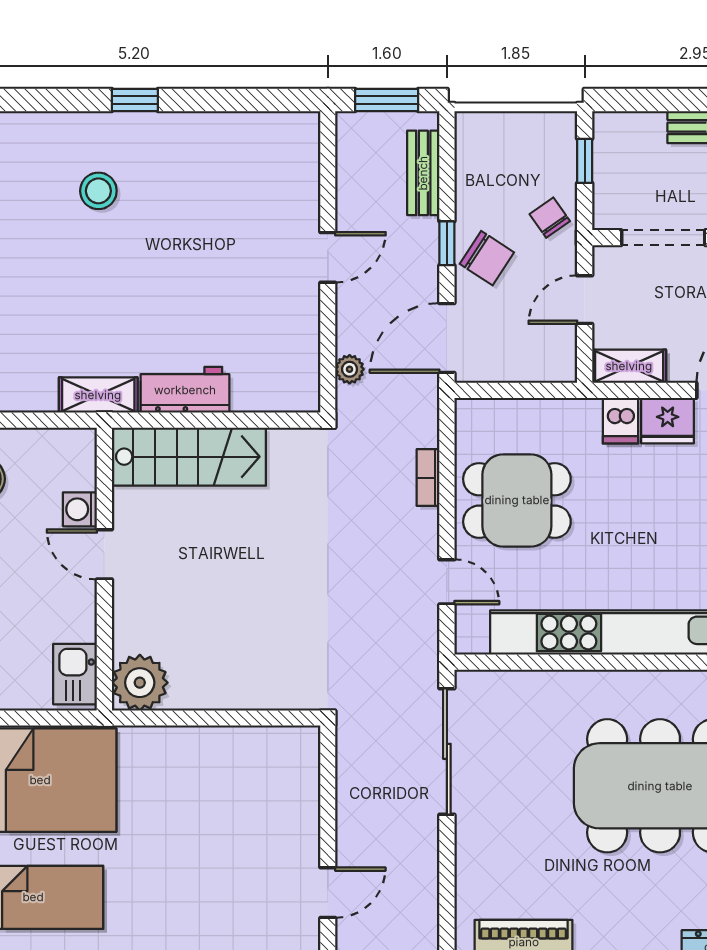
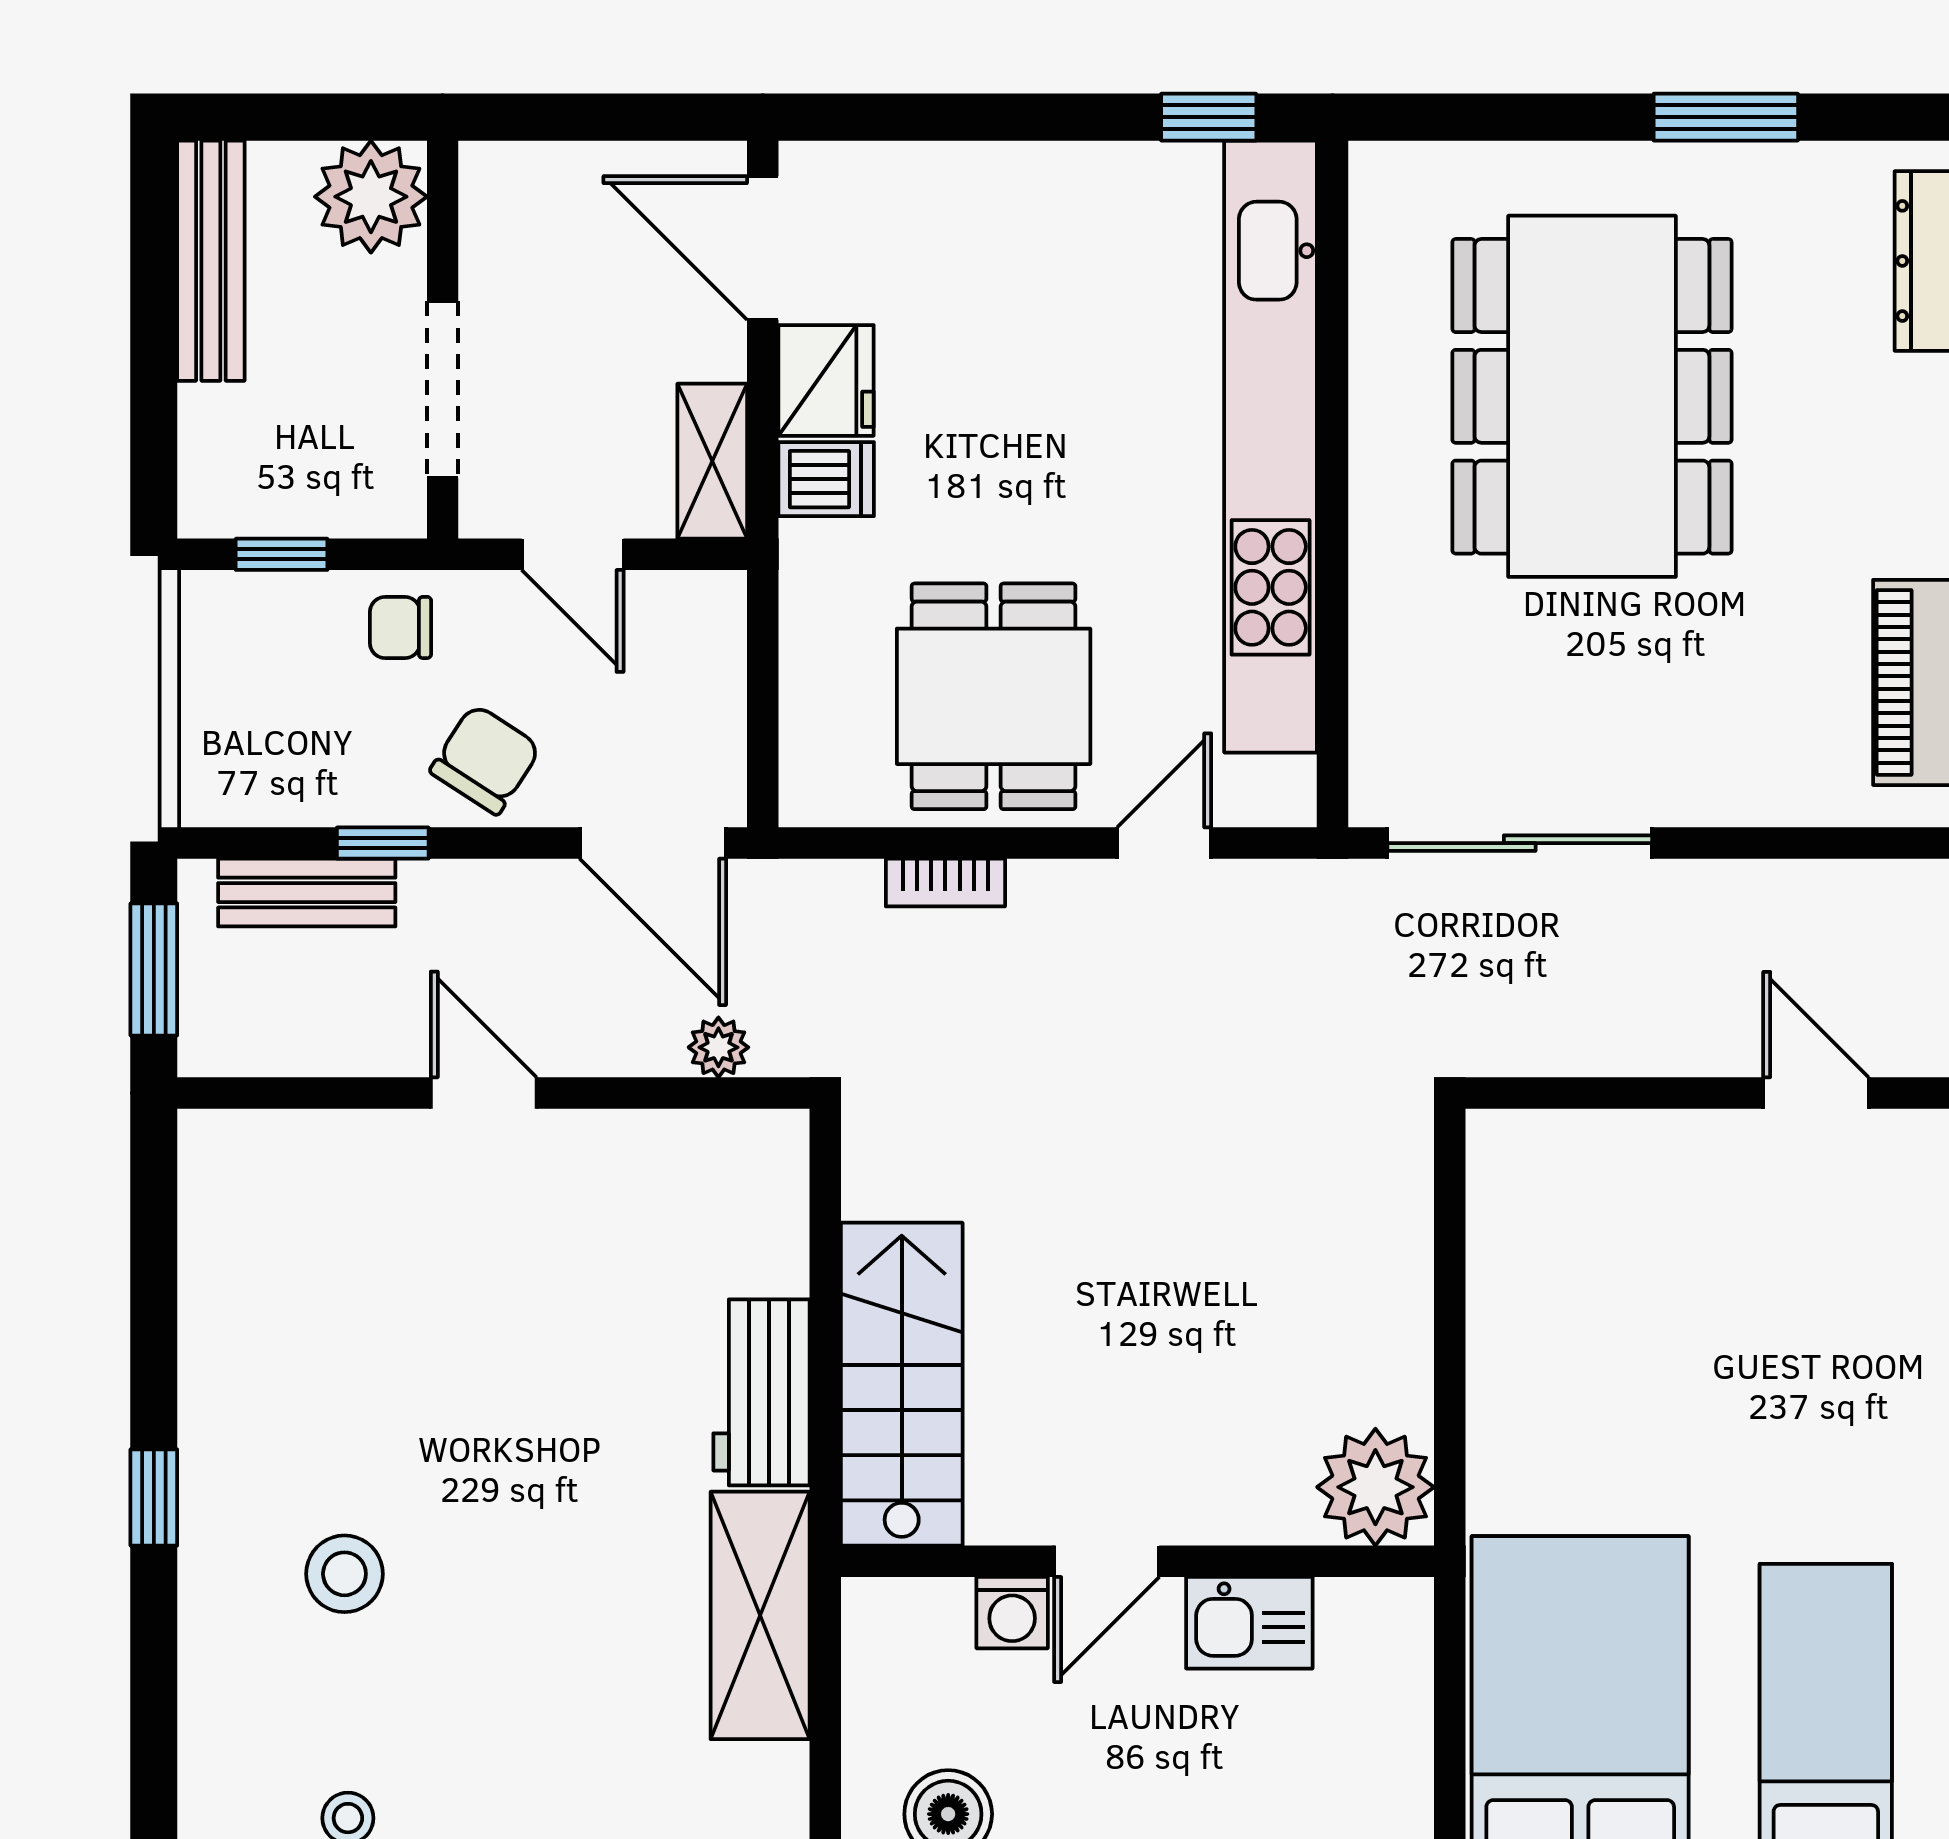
chair: (550, 218) -> (401, 627), turned 35
window: (447, 243) -> (383, 843), moved
shelving: (98, 395) -> (760, 1615), width x1.50, depth x1.33
kitchen sink: (75, 674) -> (1249, 1623), moved

